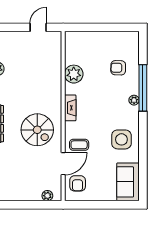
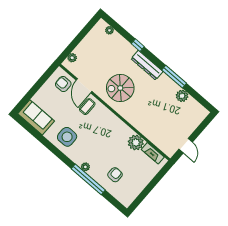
fireplace: (70, 108) -> (153, 153), moved

